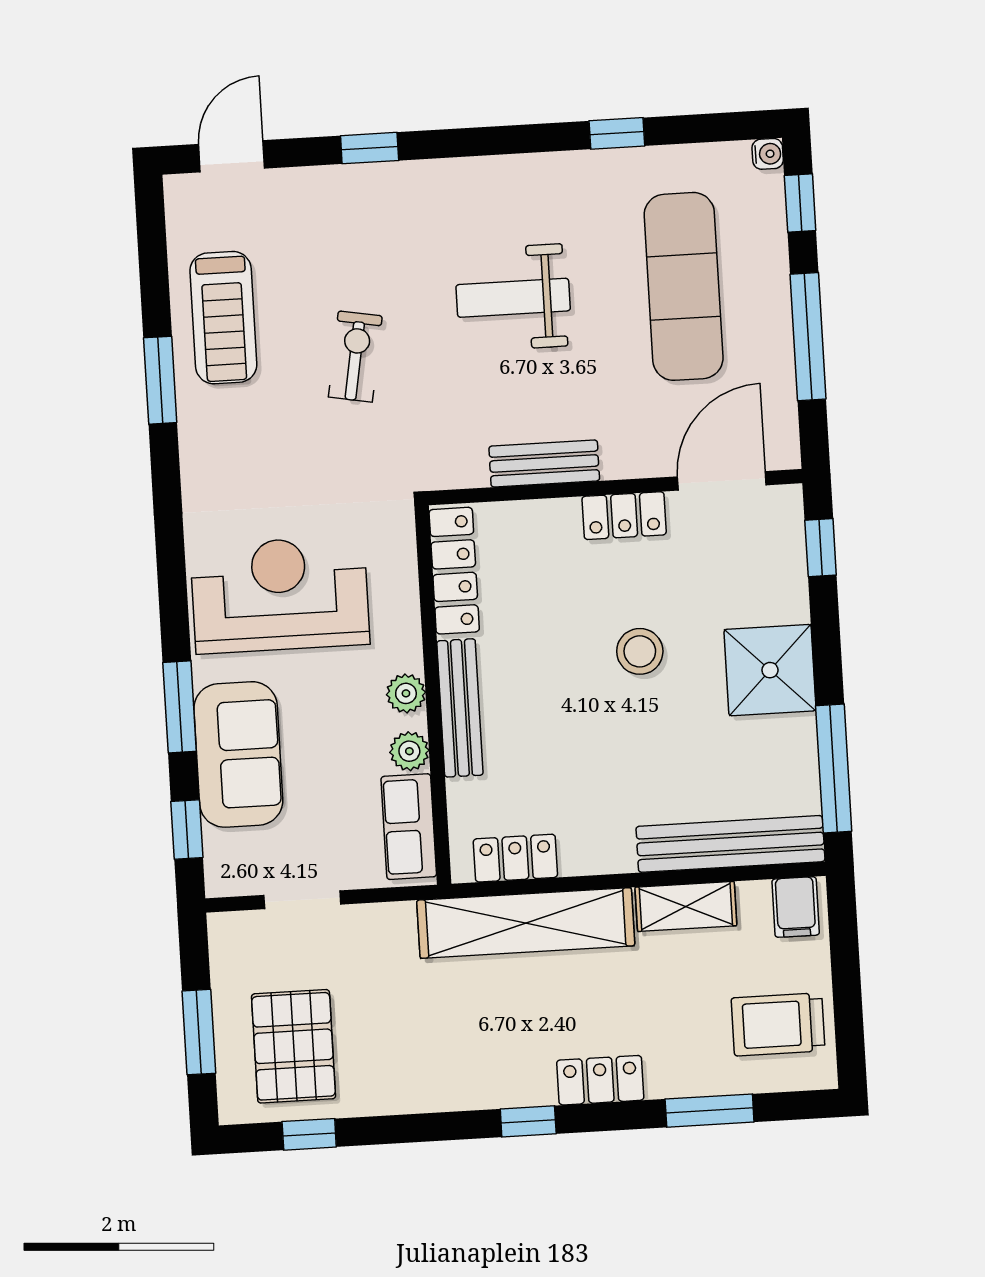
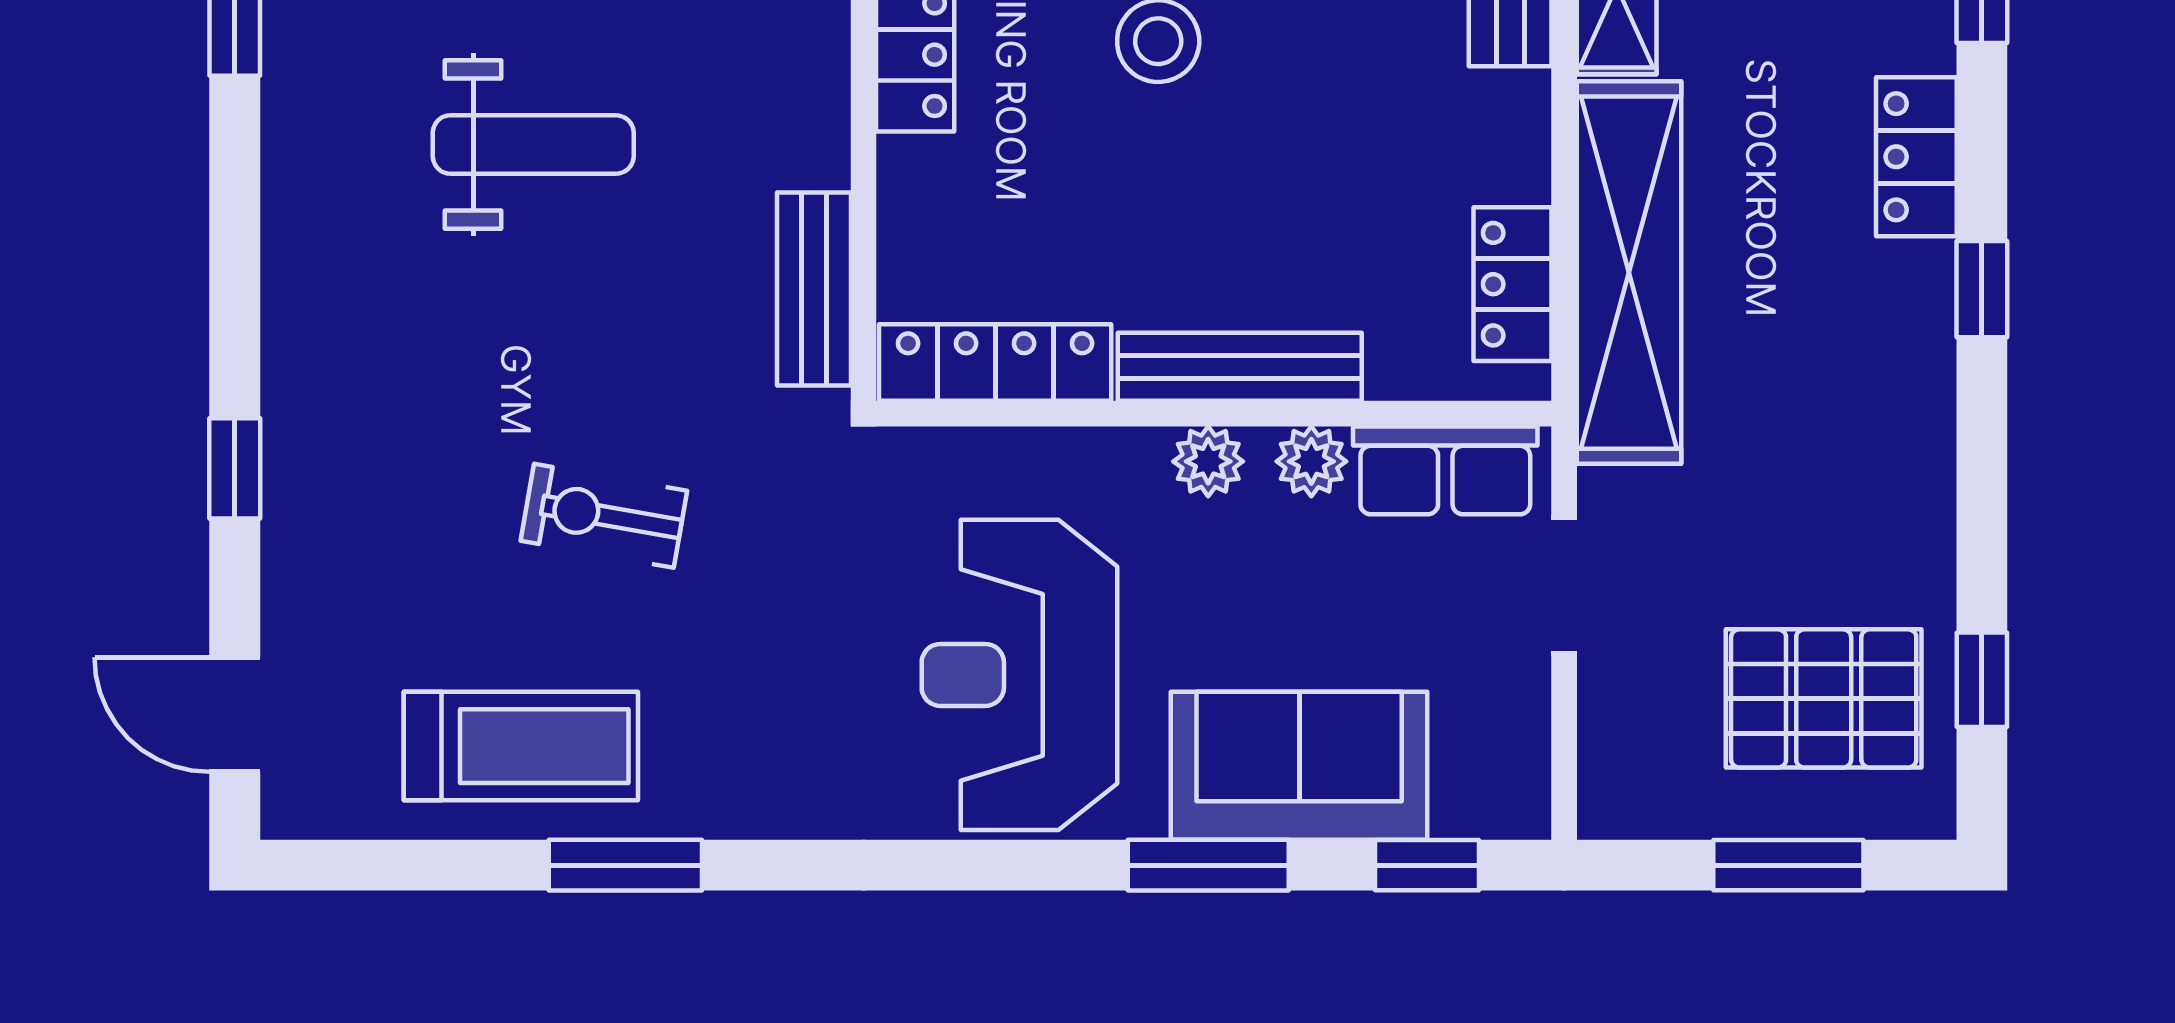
weight bench: (513, 298) -> (533, 145), moved, turned -90
bench: (544, 463) -> (814, 289), moved
doorway: (302, 900) -> (1564, 585), moved

